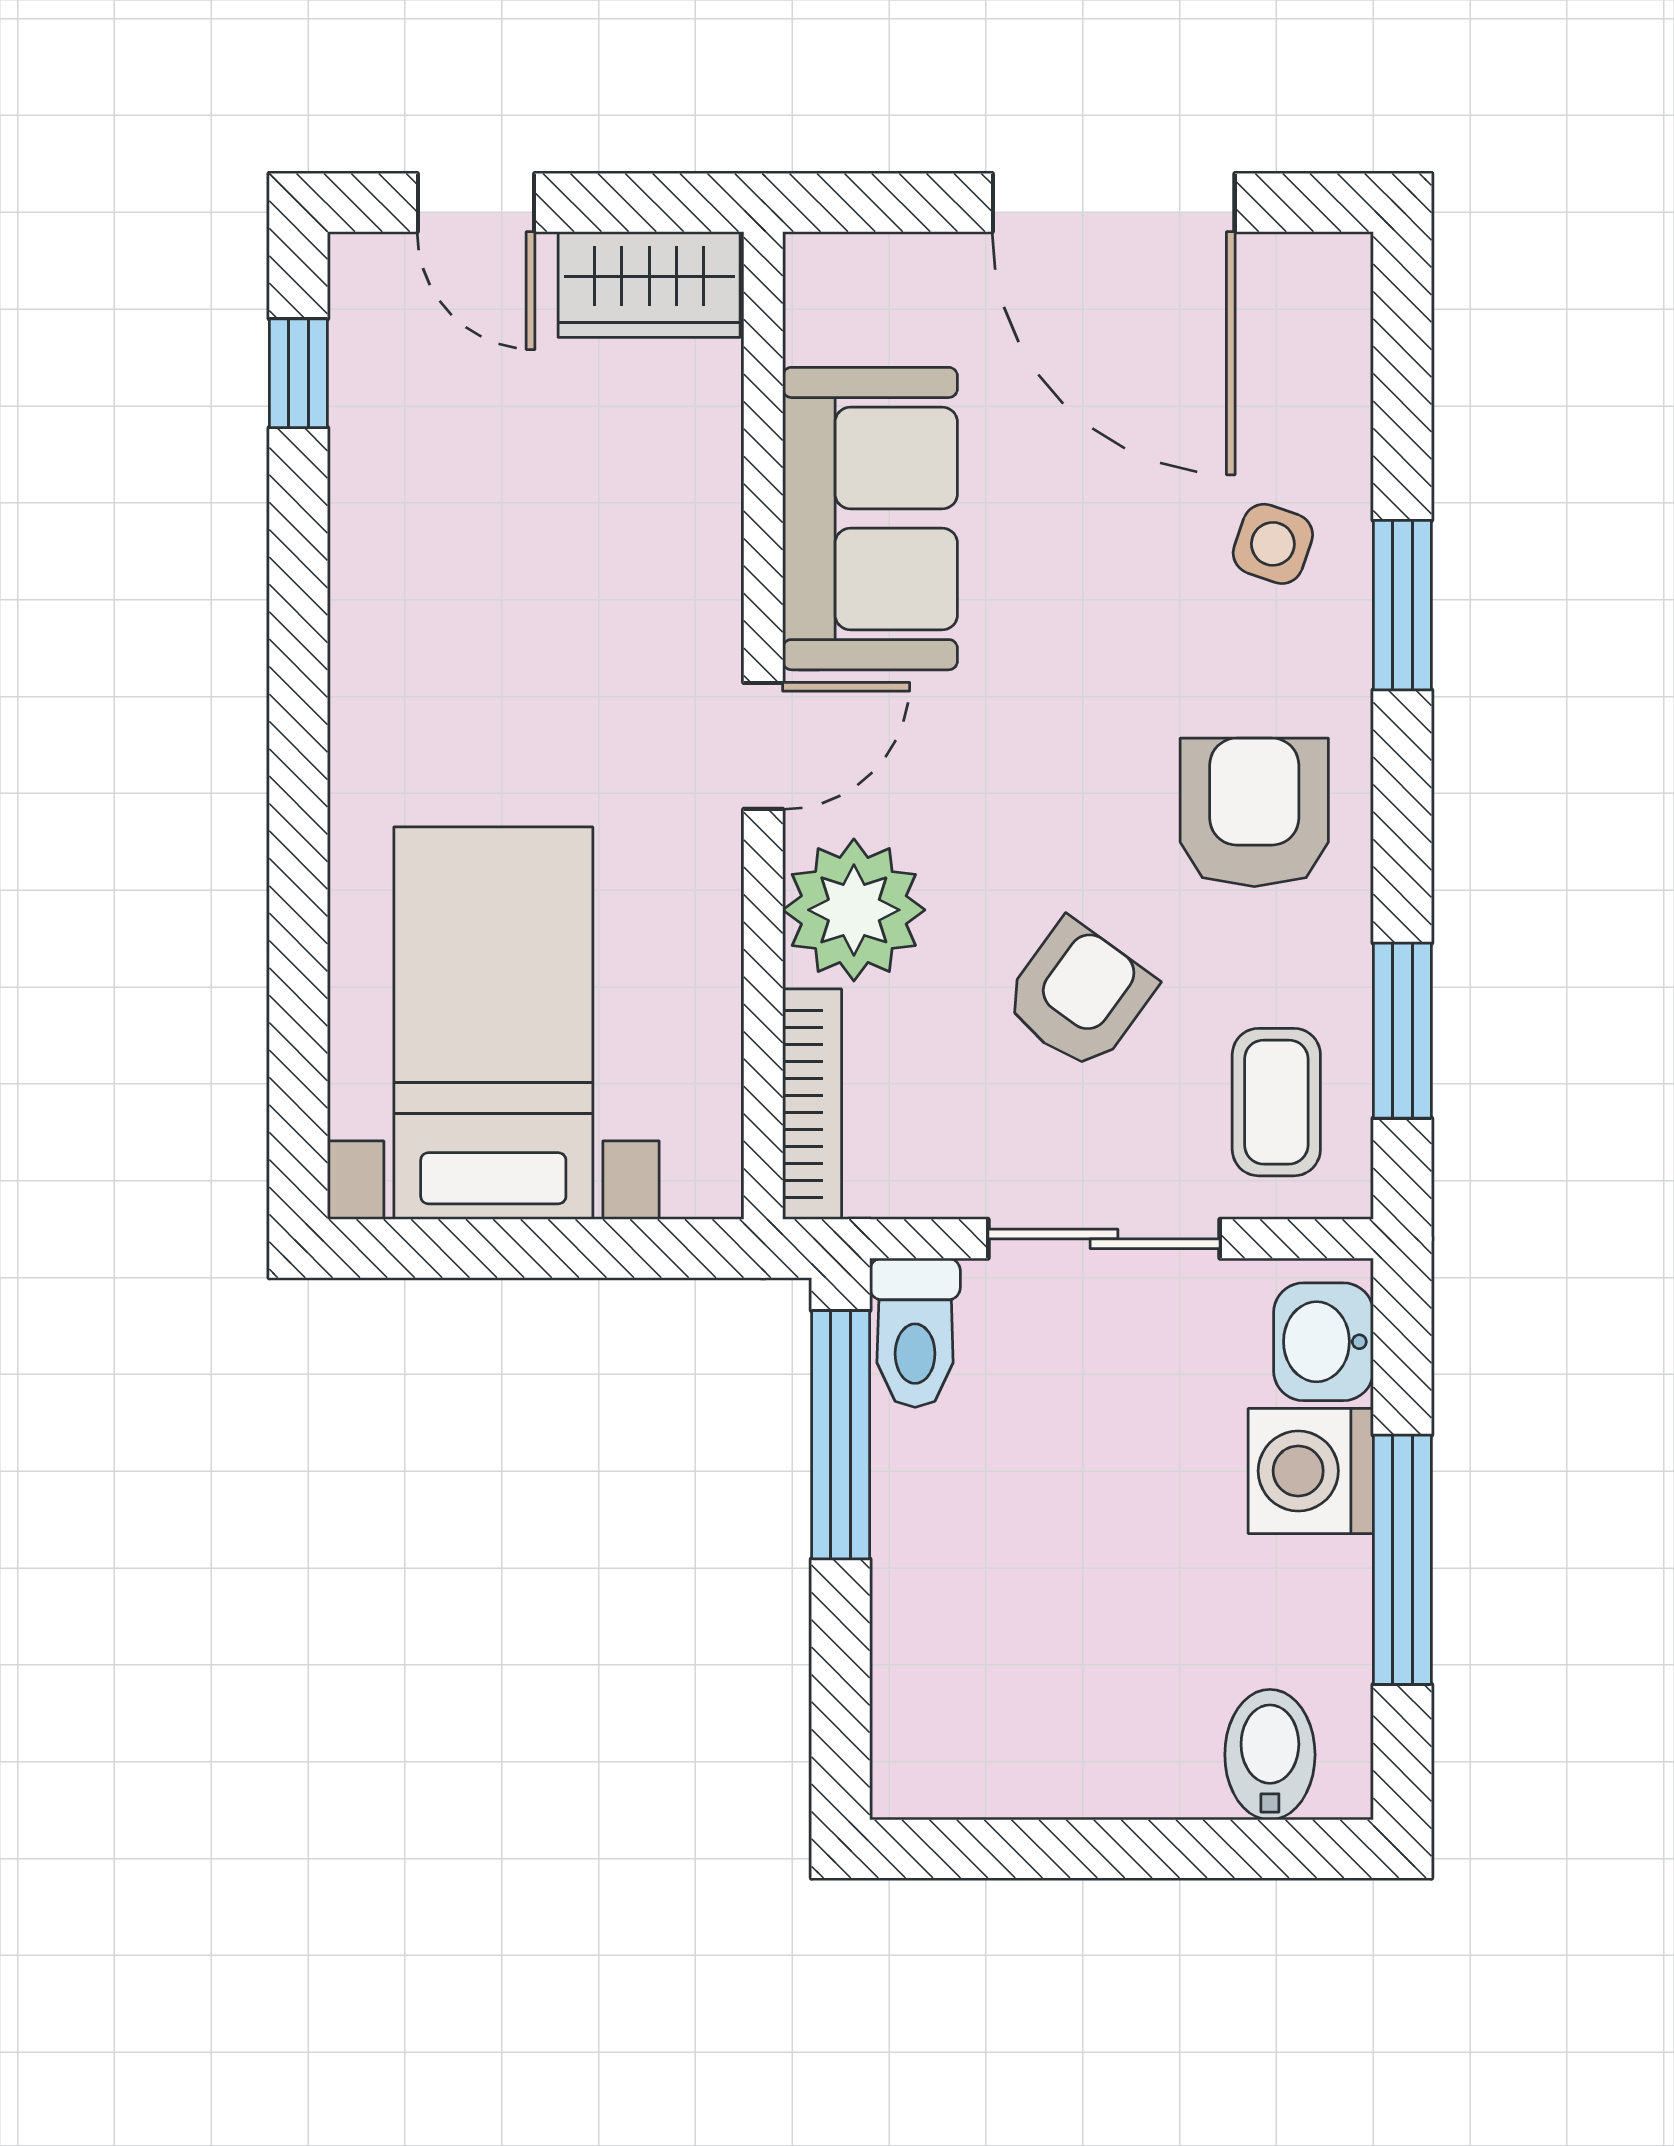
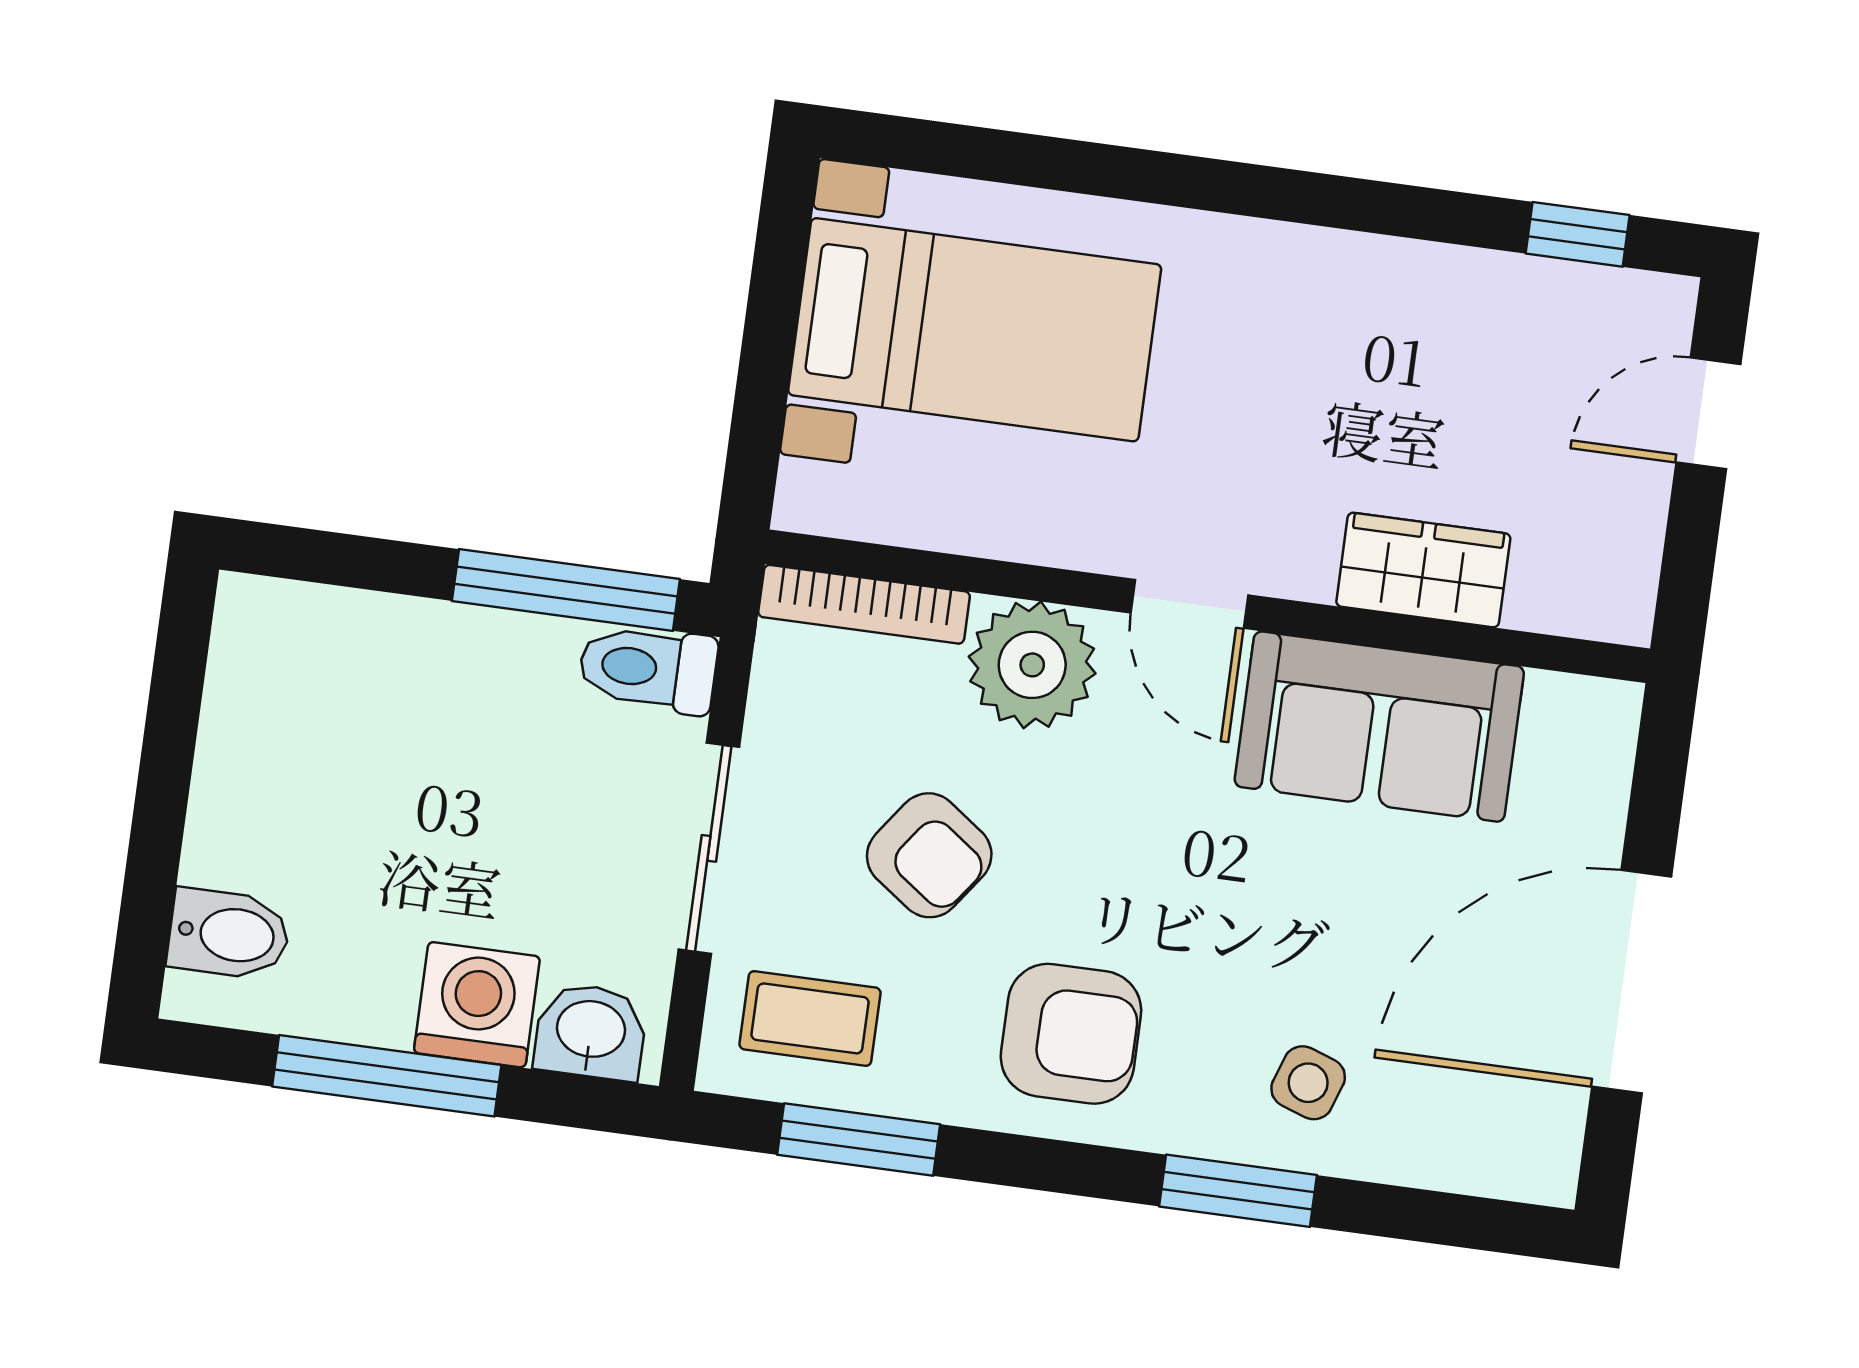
wardrobe: (649, 285) -> (1423, 570), moved, turned 90

